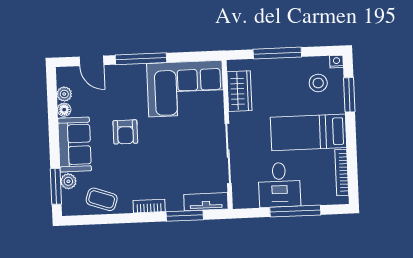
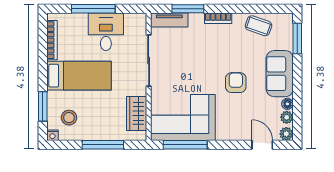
window: (141, 59) -> (185, 145), moved
plant: (68, 181) -> (286, 134), moved

